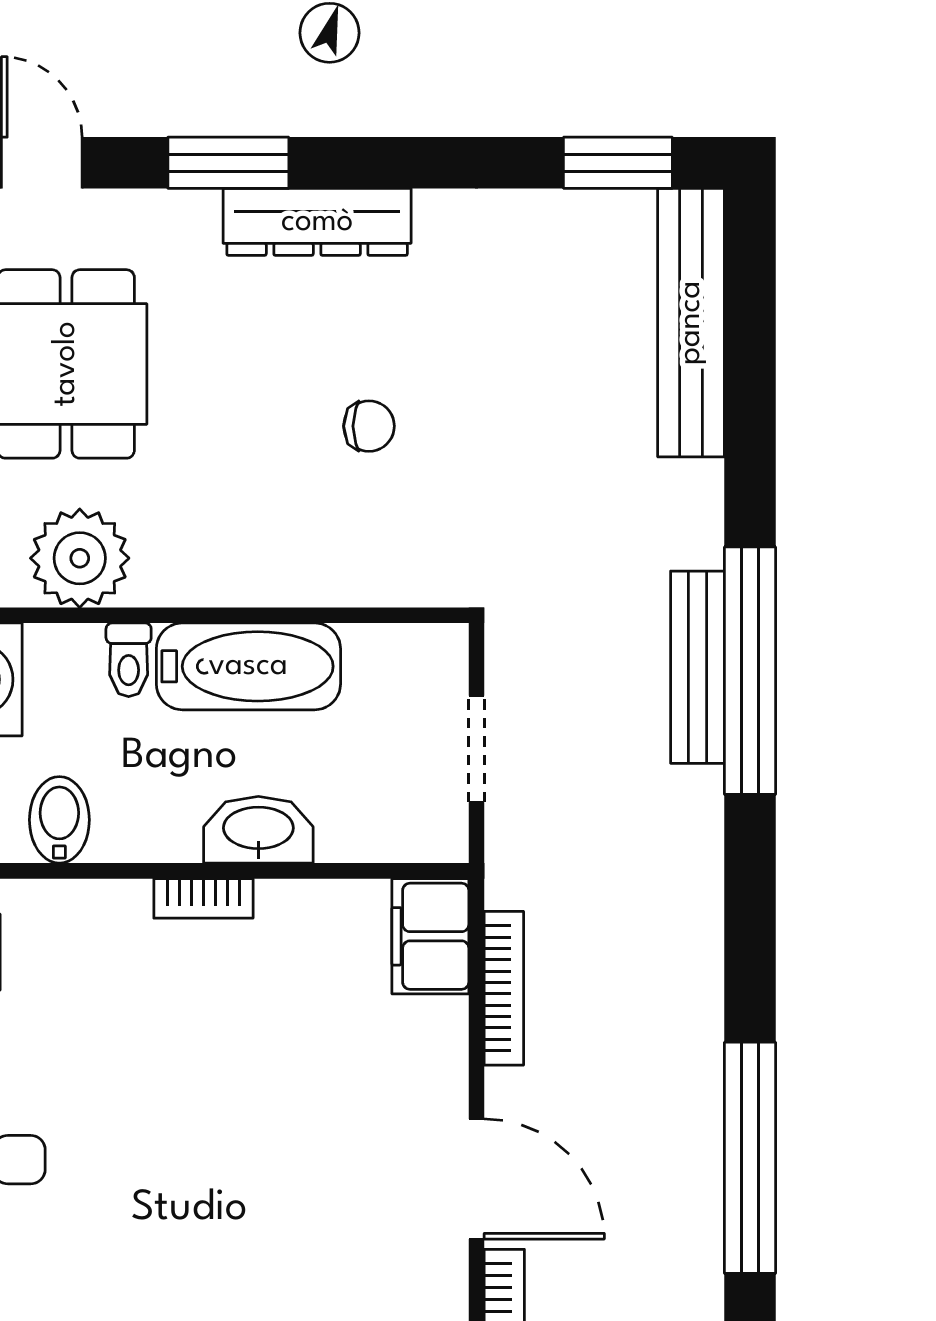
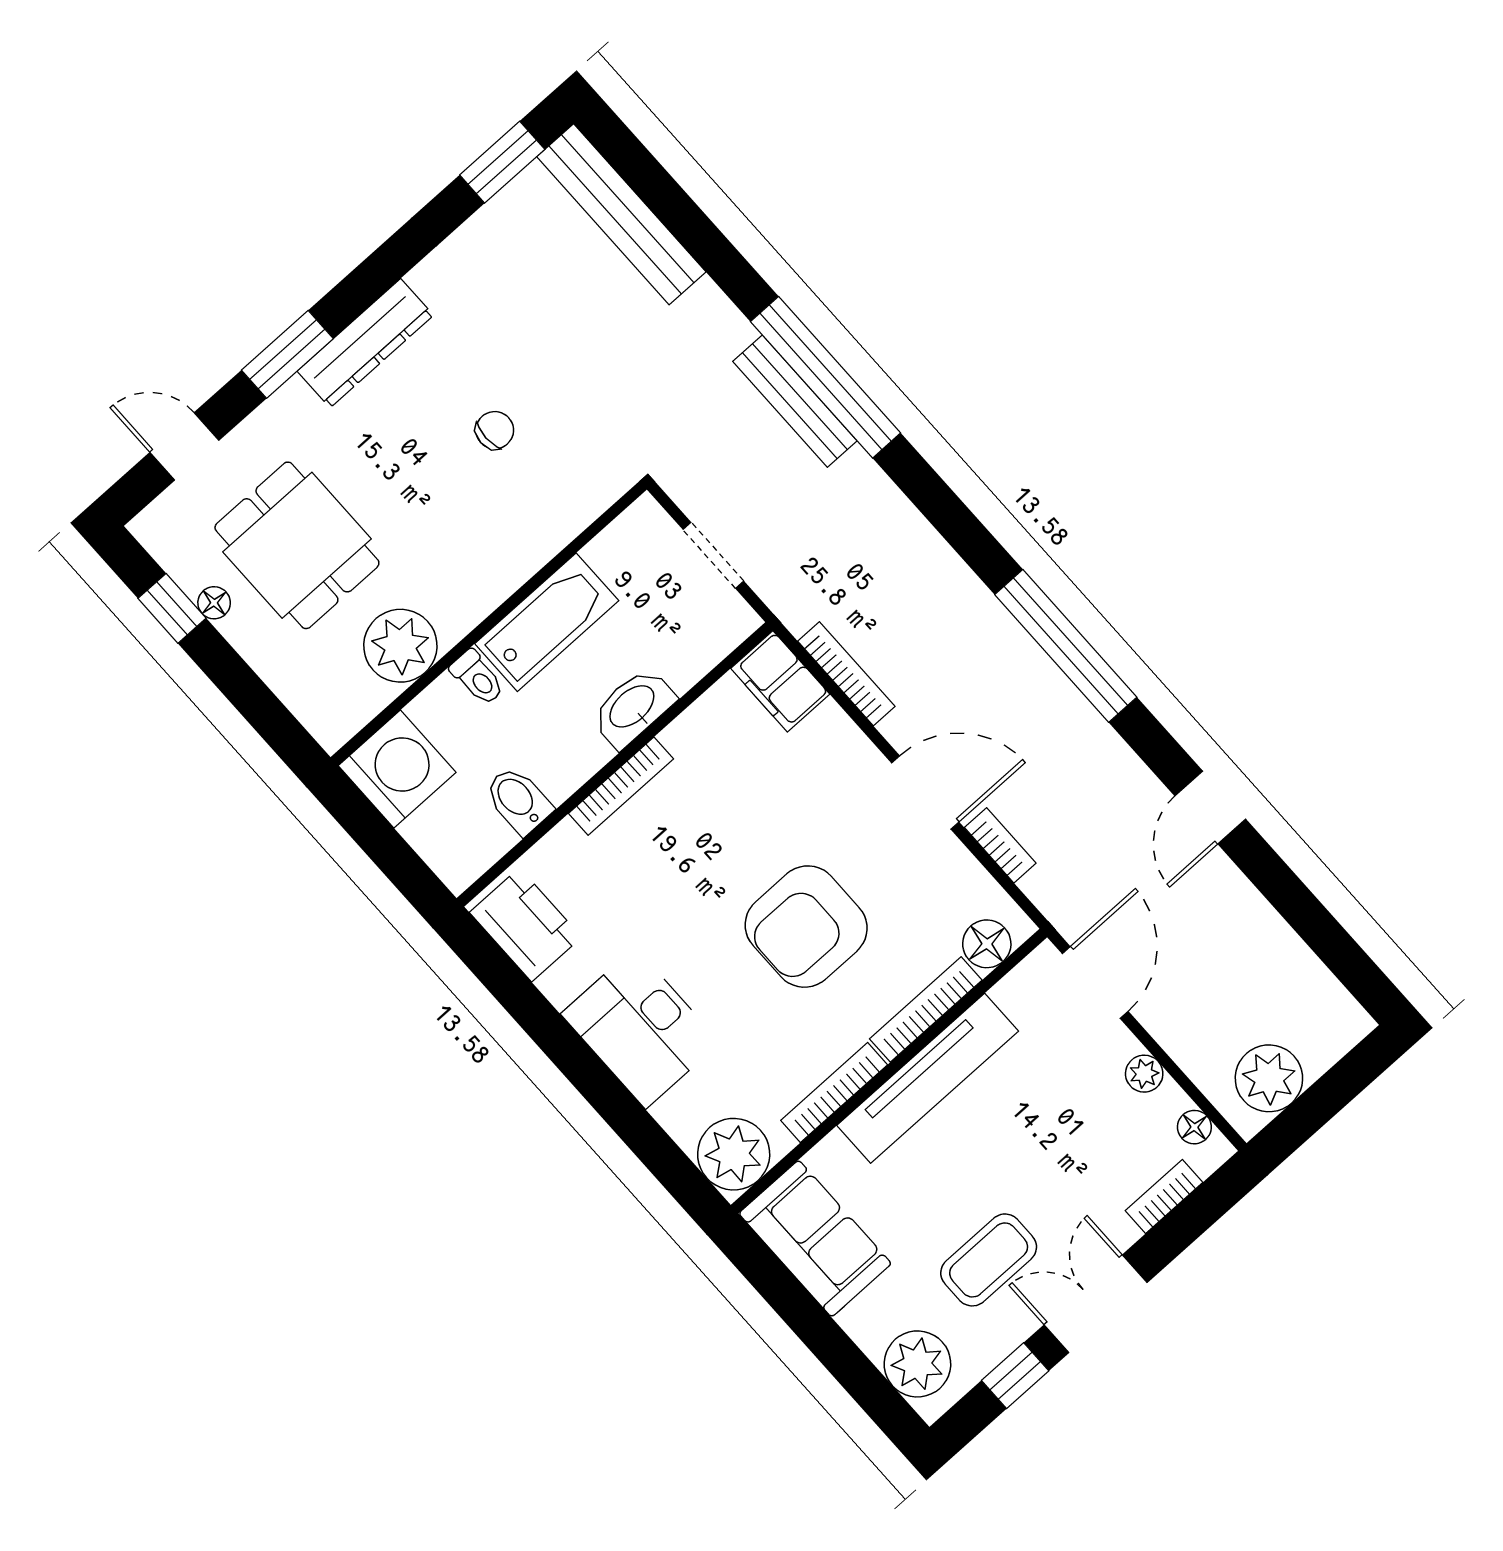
bookcase: (203, 898) -> (621, 786), width x1.56
armchair: (236, 1207) -> (806, 927), added

